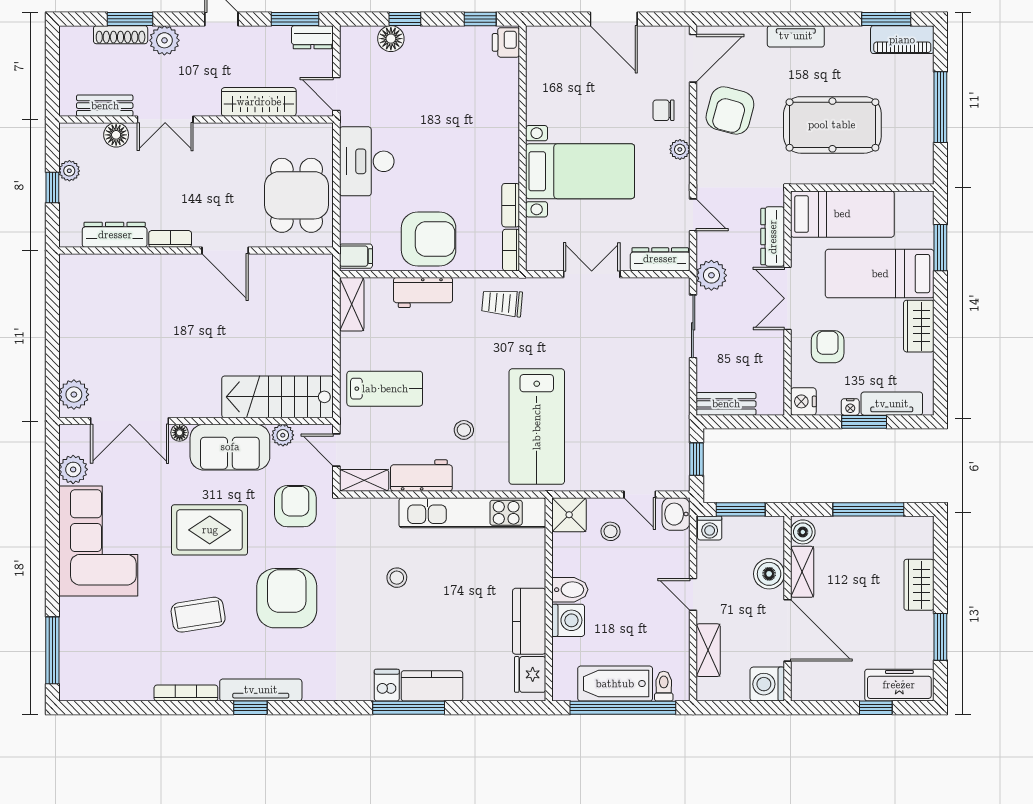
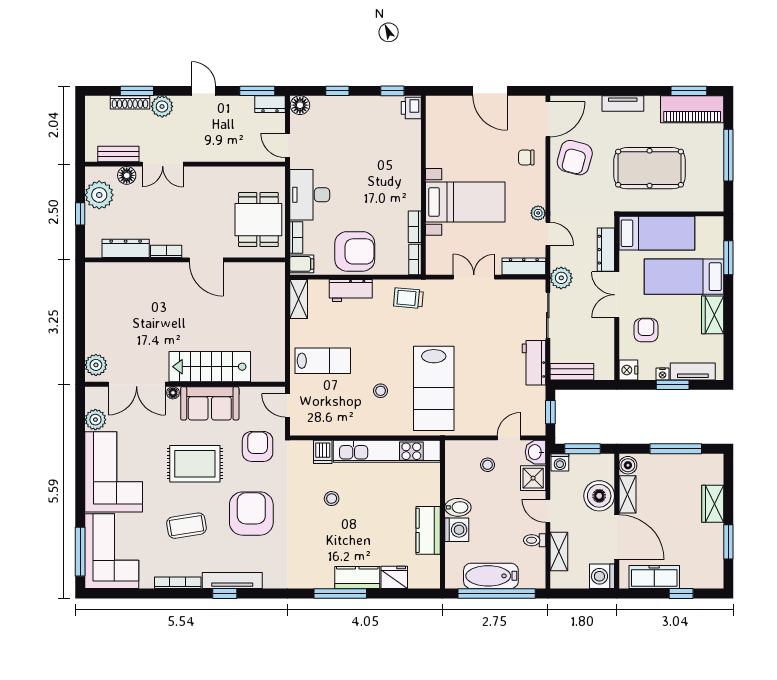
floor lamp: (391, 39) -> (300, 105), moved
piano: (902, 40) -> (692, 109), width x1.37, depth x1.33
wardrobe: (259, 102) -> (231, 151), removed
plant: (680, 149) -> (538, 213), moved
plant: (69, 171) -> (99, 195), width x1.88, depth x1.88
bookcase: (348, 220) -> (296, 238), added
stairs: (278, 397) -> (210, 367), moved
plant: (283, 435) -> (248, 395), removed
workbench: (421, 475) -> (534, 363), moved, turned -90
shelving: (364, 480) -> (308, 428), removed
door: (640, 494) -> (509, 438), swing flipped
shower: (569, 515) -> (533, 478), moved
boiler: (769, 574) -> (599, 496), width x1.37, depth x1.37
corner sofa: (96, 650) -> (112, 551), added
fridge: (530, 674) -> (394, 577), moved, turned 90
dishwasher: (387, 685) -> (323, 452), moved, turned 180
freezer: (899, 685) -> (654, 577), moved
toilet: (664, 686) -> (535, 540), moved, turned -90

